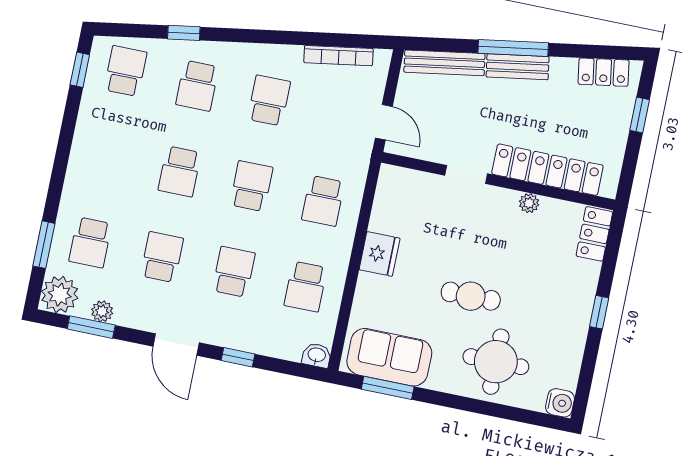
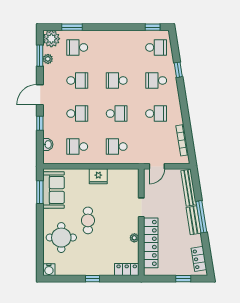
washbasin: (317, 355) -> (48, 144), moved

